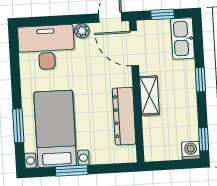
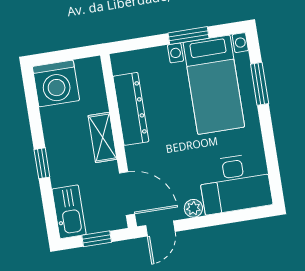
window: (204, 139) -> (30, 91), removed
washing machine: (191, 150) -> (56, 84), width x1.89, depth x1.89

